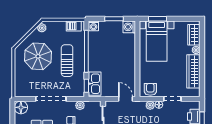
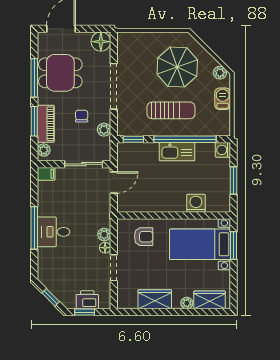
barbecue: (74, 26) -> (223, 99), moved
washing machine: (129, 27) -> (196, 203), moved
wardrobe: (193, 71) -> (155, 299), width x0.67
kitchen sink: (95, 84) -> (177, 152), moved
armchair: (150, 89) -> (144, 237), moved
door: (125, 99) -> (114, 182), moved

